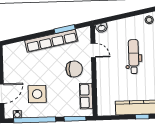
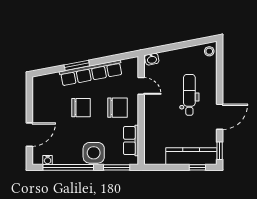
window: (65, 29) -> (77, 65), moved
chair: (44, 70) -> (81, 108), added
side table: (37, 94) -> (94, 153), moved

